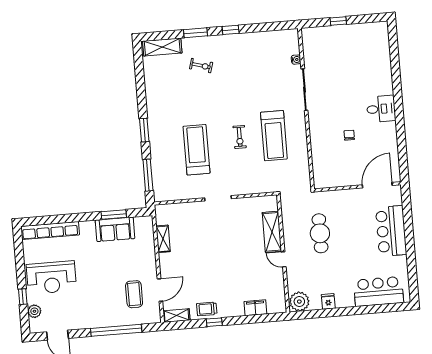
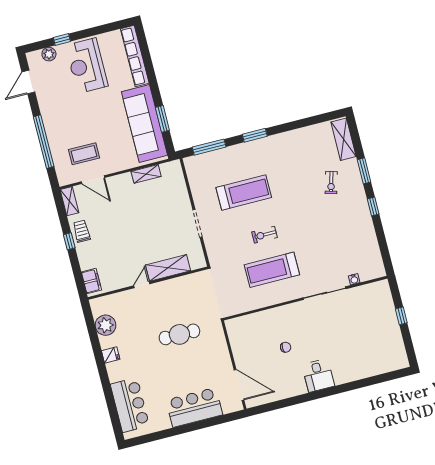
sofa: (115, 229) -> (144, 123), width x1.85, depth x1.27
shelving: (272, 232) -> (168, 268), moved
wall: (283, 253) -> (148, 283), moved
door: (284, 259) -> (142, 285), moved

